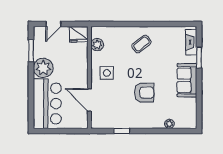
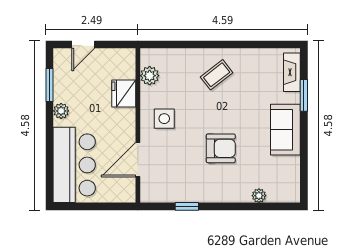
fridge: (79, 34) -> (124, 93), moved, turned 90
plant: (43, 68) -> (61, 111), width x0.53, depth x0.53
door: (89, 100) -> (138, 160), hinge flipped

